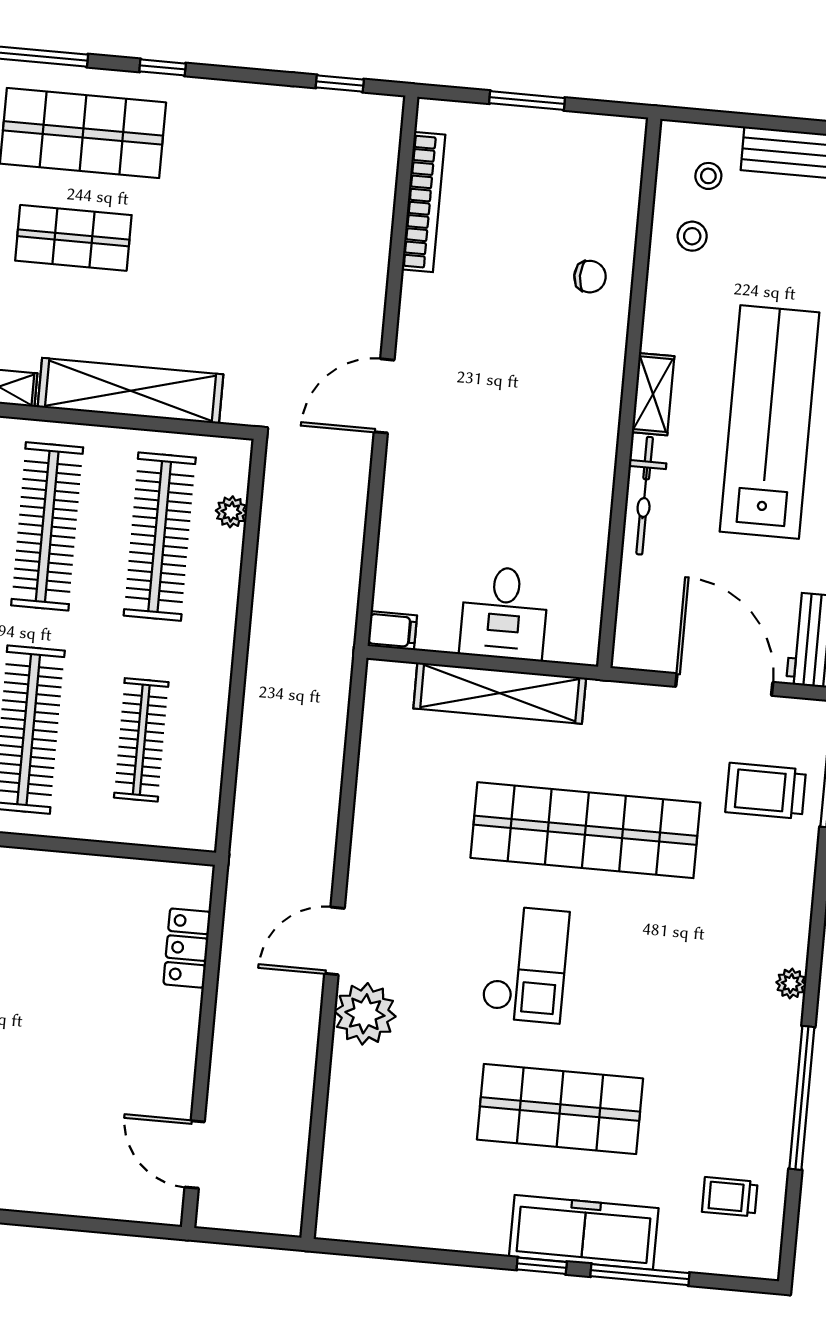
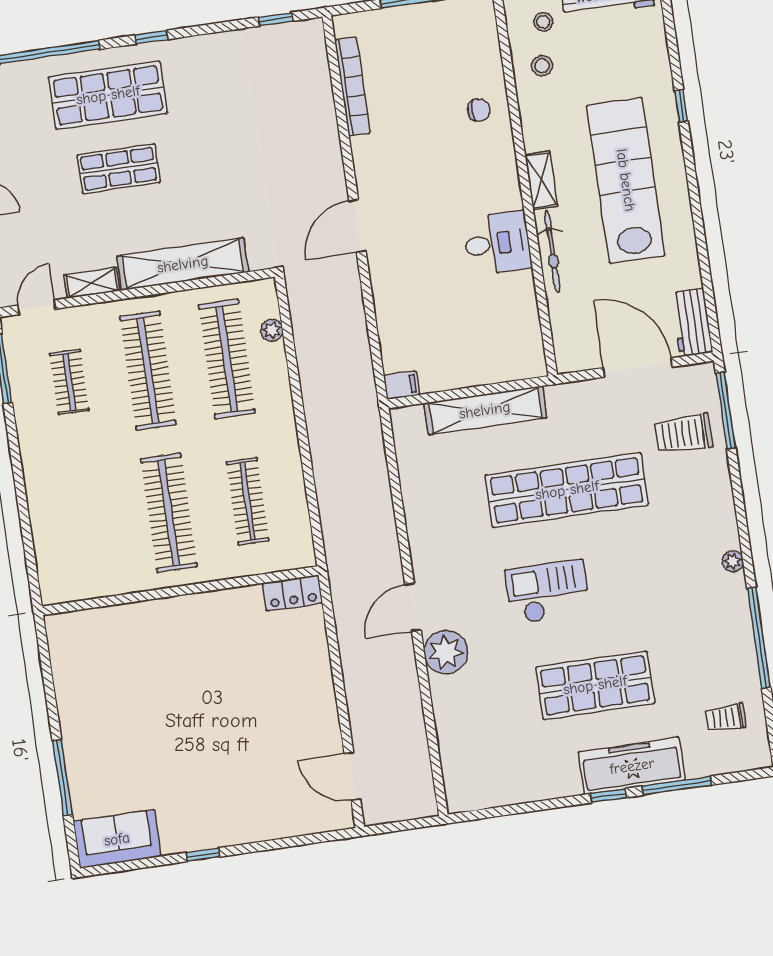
desk: (504, 613) -> (497, 243), moved, turned -90
locker: (187, 948) -> (293, 593), moved, turned -90
checkout: (525, 964) -> (548, 592), turned -90

